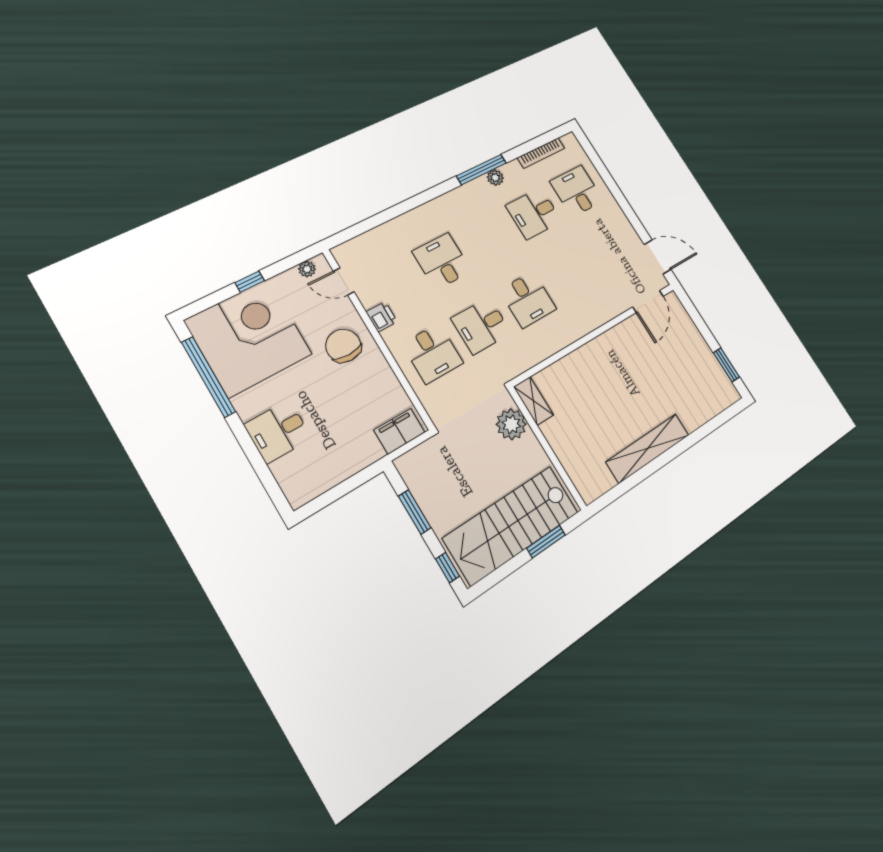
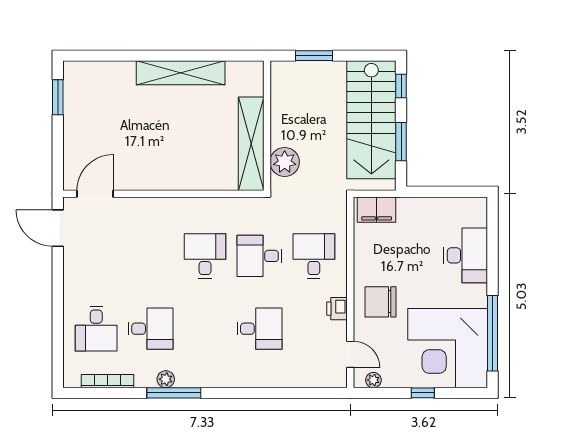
desk: (442, 261) -> (259, 329), turned -90
desk: (481, 326) -> (259, 256), turned 180
chair: (343, 346) -> (381, 302), turned 90
shelving: (533, 401) -> (251, 144), width x2.20, depth x1.33
desk: (278, 431) -> (466, 255), width x1.37
stairs: (511, 525) -> (371, 120), moved, turned 90

